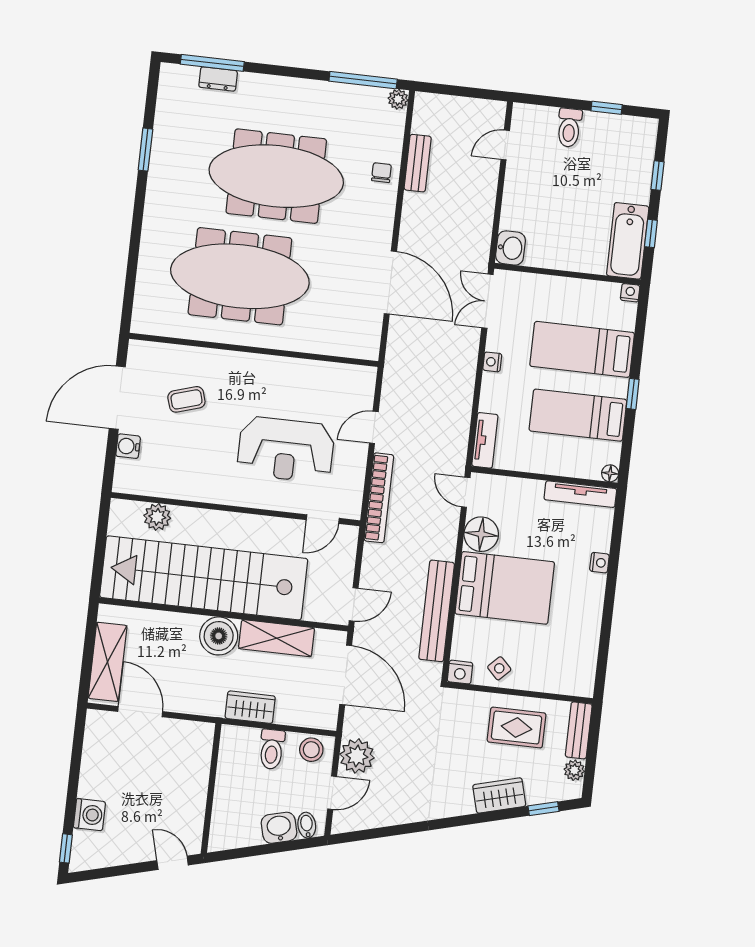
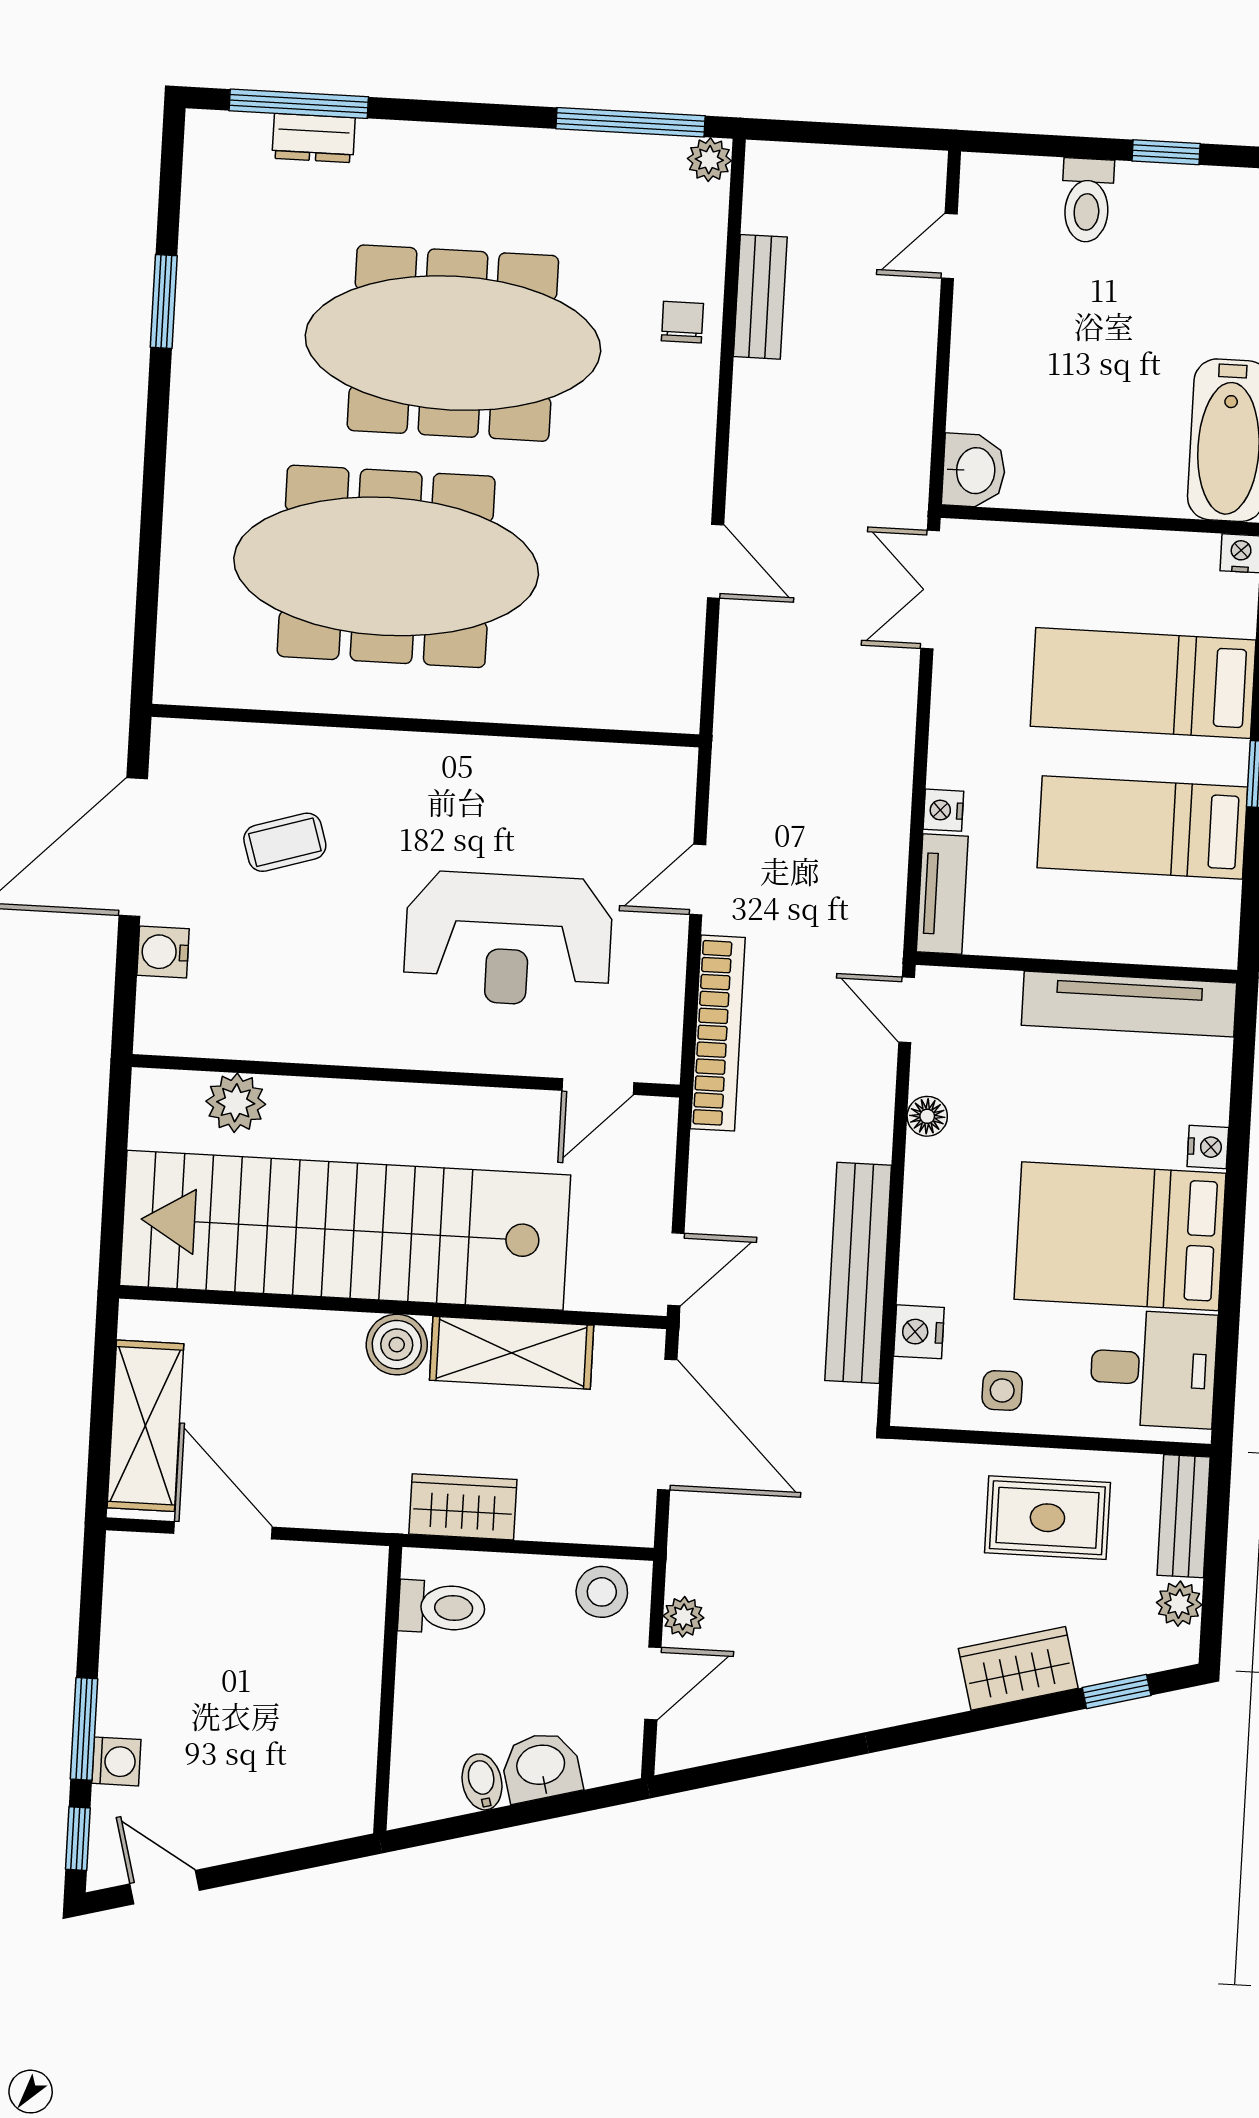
door: (390, 283) -> (716, 561), width x0.53
nightstand: (492, 362) -> (943, 810), moved
floor lamp: (610, 473) -> (1220, 950), removed
tv unit: (580, 494) -> (1129, 1004), width x1.36, depth x1.29
floor lamp: (481, 534) -> (927, 1116), width x0.53, depth x0.53
bed: (505, 588) -> (1120, 1236), moved, turned 180
boiler: (219, 636) -> (397, 1345), width x0.73, depth x0.73
desk: (569, 662) -> (1153, 1369), added
side table: (499, 668) -> (1002, 1390), turned 45
nightstand: (460, 672) -> (919, 1332), moved, turned 90
toilet: (272, 749) -> (442, 1607), moved, turned -90
plant: (357, 756) -> (683, 1617), width x0.53, depth x0.53
window: (72, 798) -> (84, 1729), added
washing machine: (89, 815) -> (116, 1761), width x0.73, depth x0.73
bidet: (307, 825) -> (482, 1782), moved
door: (173, 863) -> (165, 1887), moved

